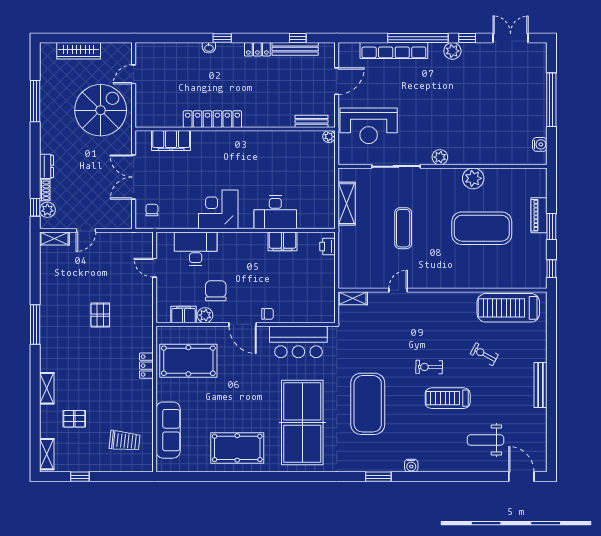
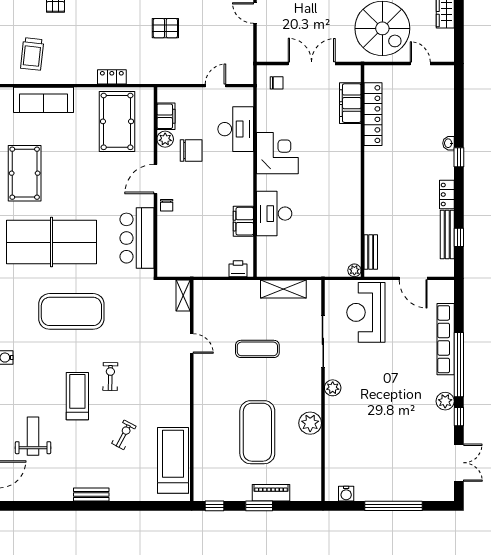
locker: (212, 119) -> (373, 114), moved
bench: (541, 385) -> (91, 494), width x0.73

